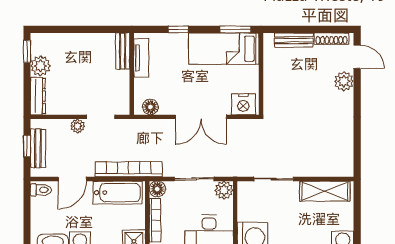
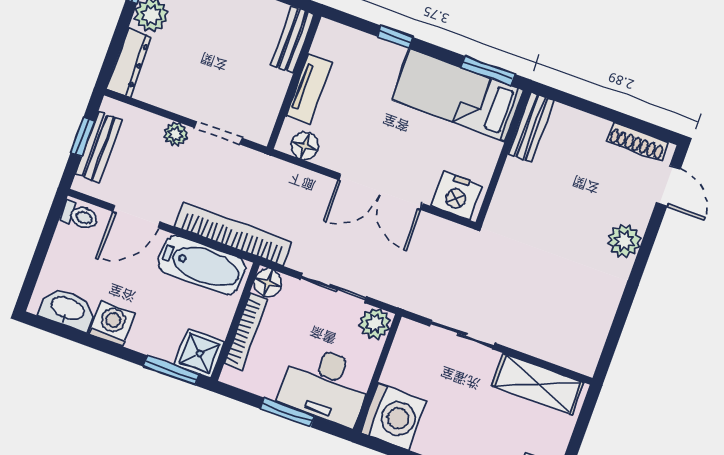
bench: (294, 40) -> (531, 127), moved, turned 90
tv unit: (141, 58) -> (309, 89), moved
plant: (344, 81) -> (624, 241), moved

